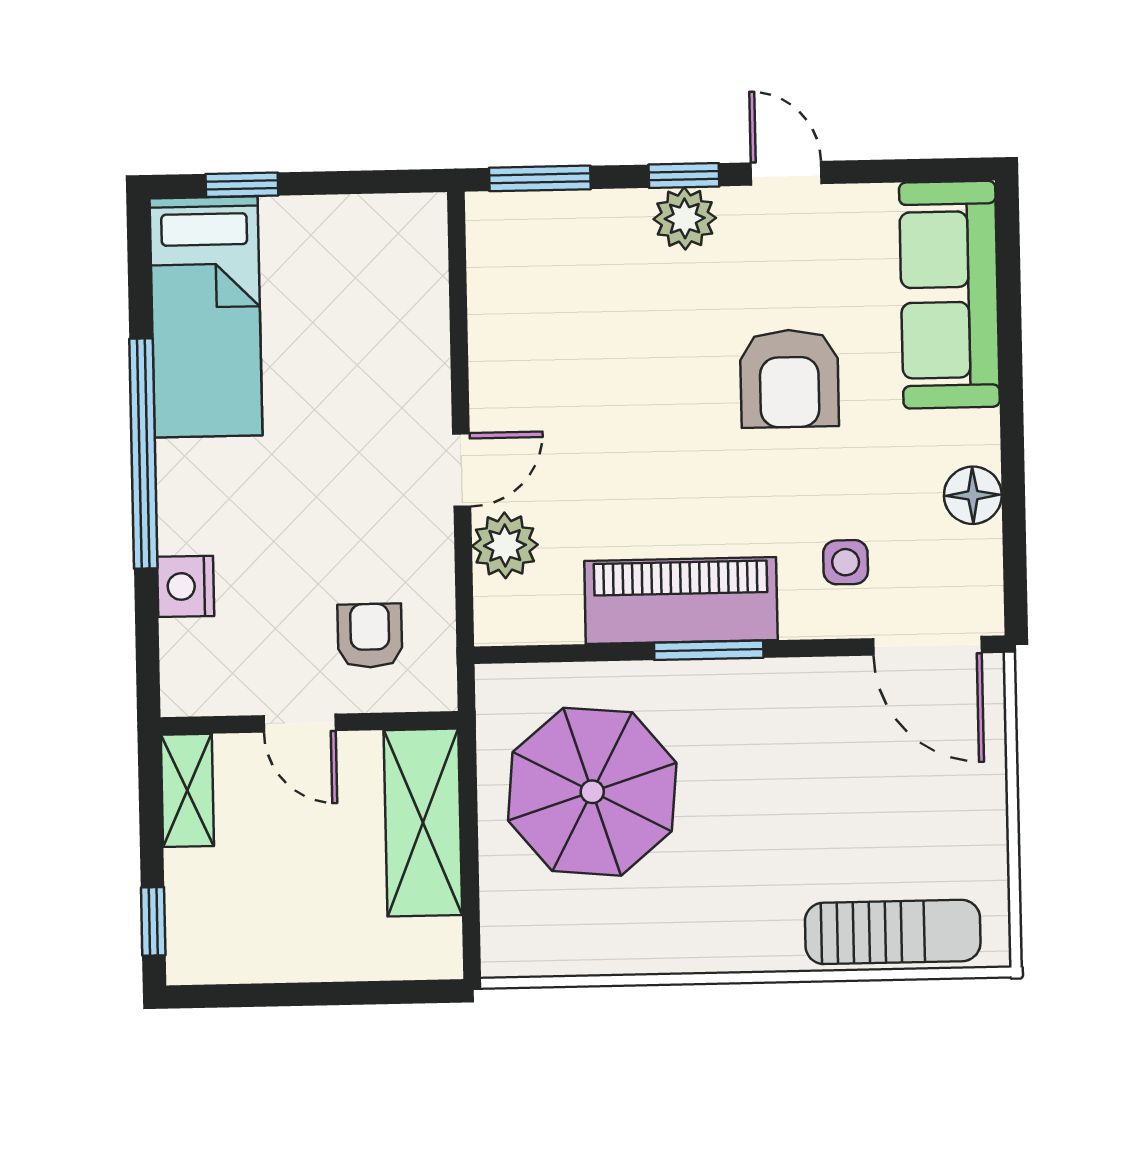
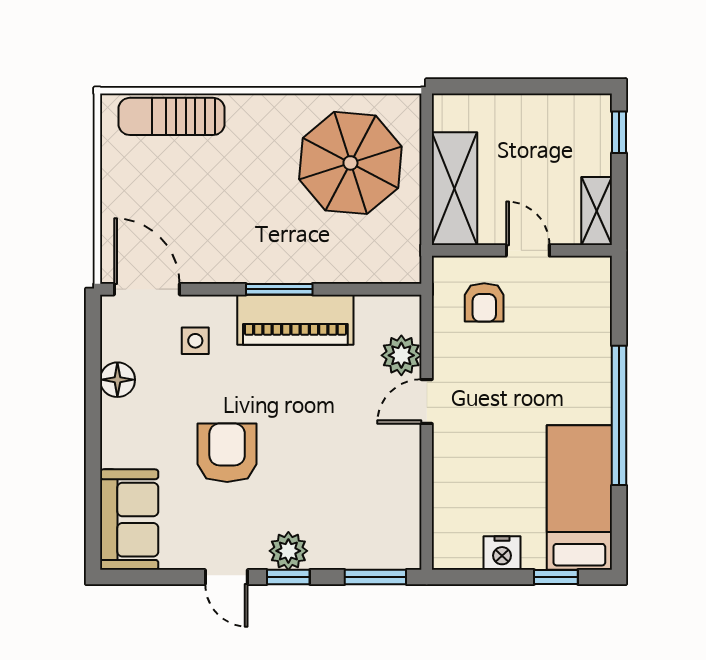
sofa: (949, 295) -> (129, 520), width x0.73
nightstand: (186, 586) -> (502, 553), moved, turned 90
parasol: (592, 792) -> (350, 163), moved

